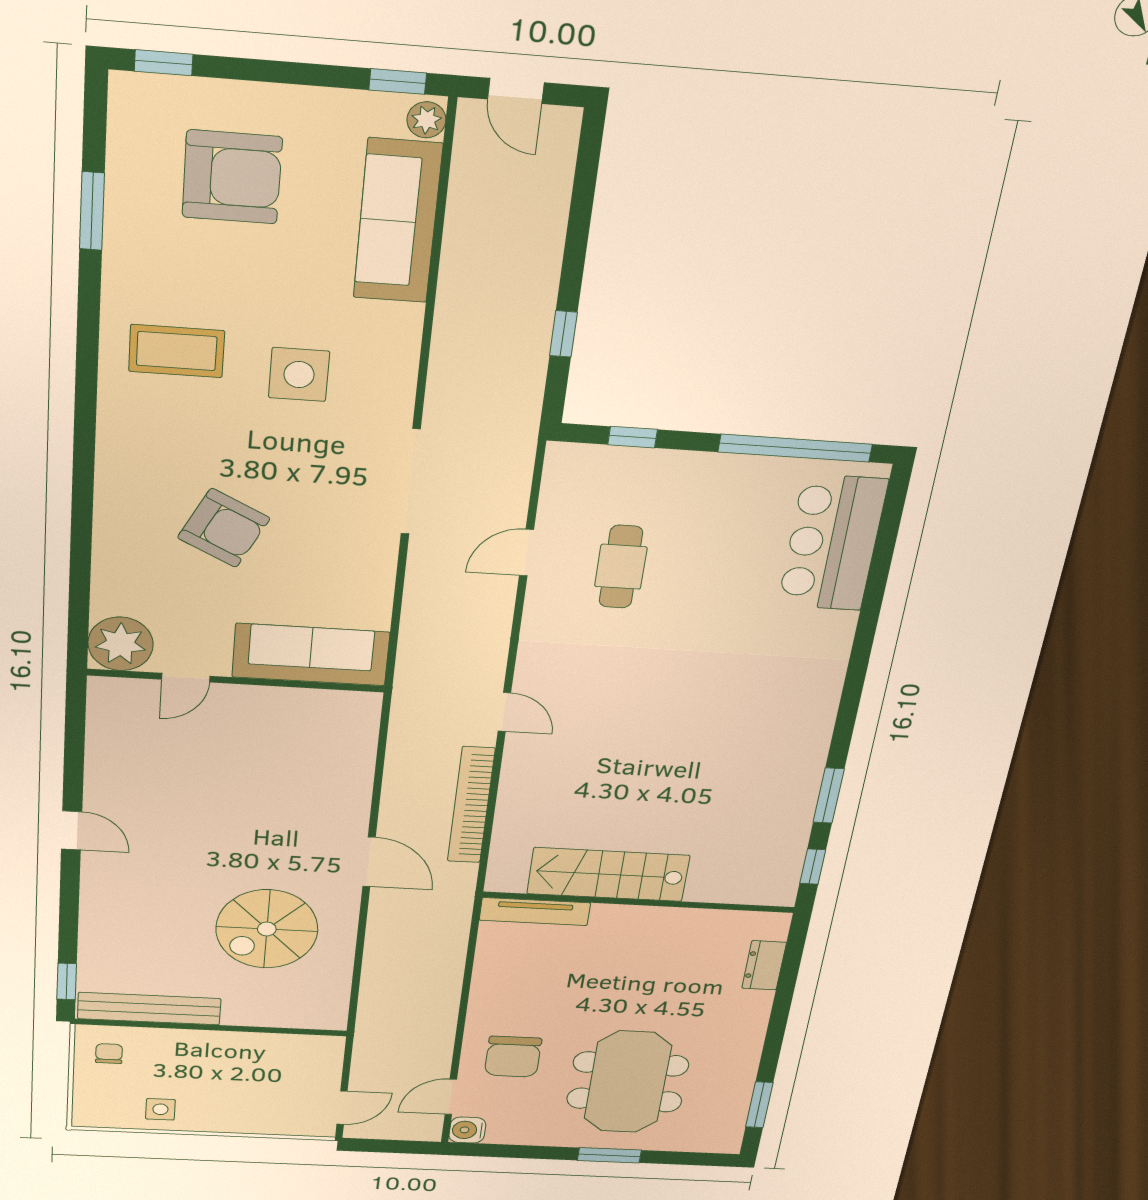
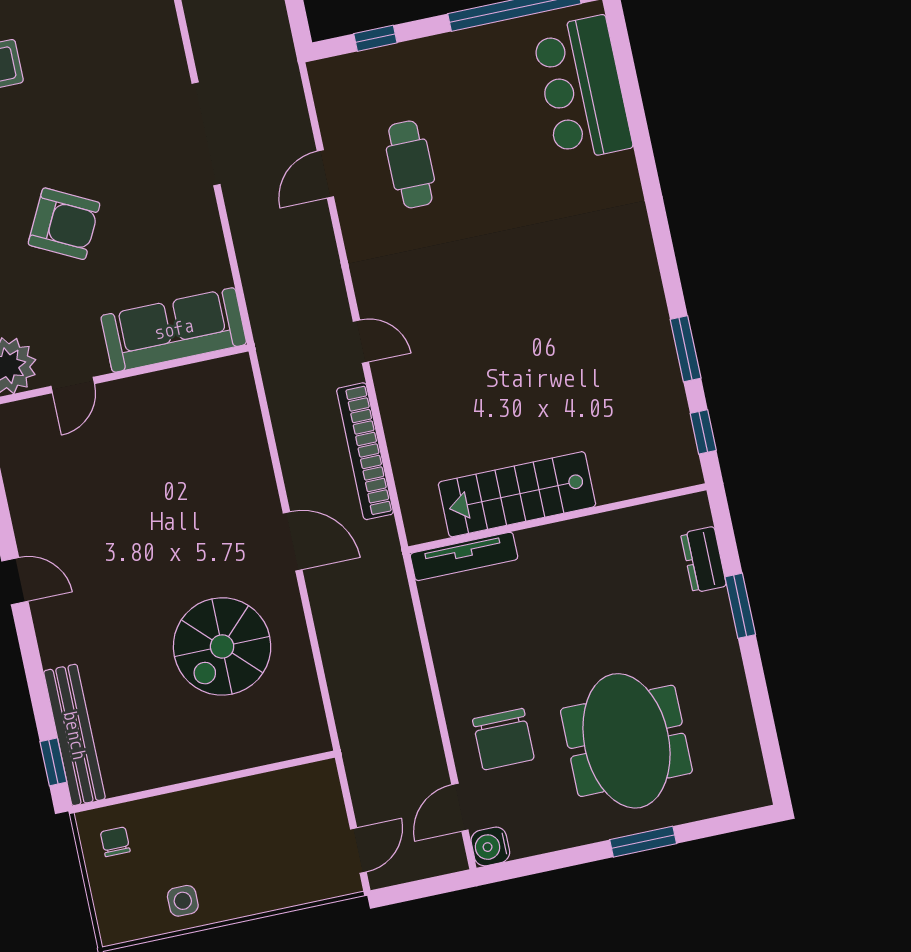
side table: (299, 375) -> (85, 61), removed
bench: (149, 1009) -> (74, 735), moved, turned 90
window: (759, 1105) -> (740, 606), moved

